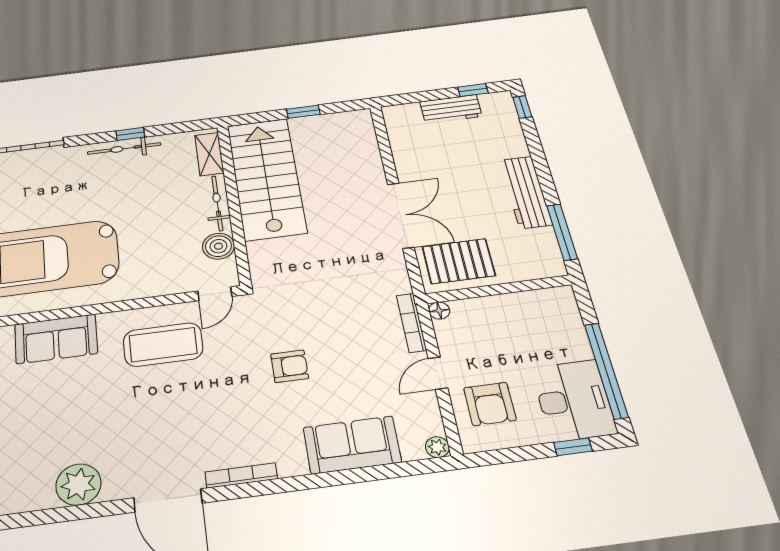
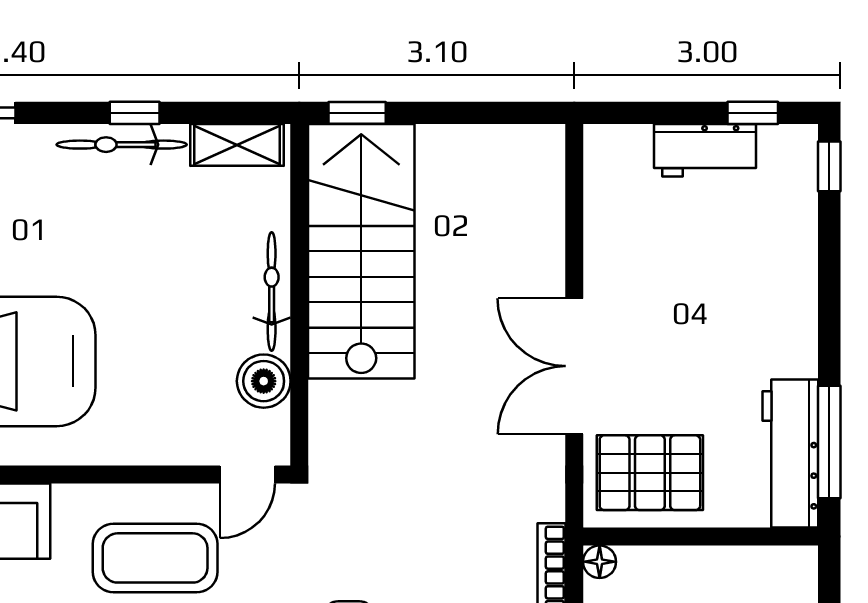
window: (303, 112) -> (357, 113), moved
shelving: (209, 154) -> (237, 145), moved, turned 90
workbench: (526, 192) -> (790, 453), moved
double door: (401, 215) -> (574, 366), swing flipped

